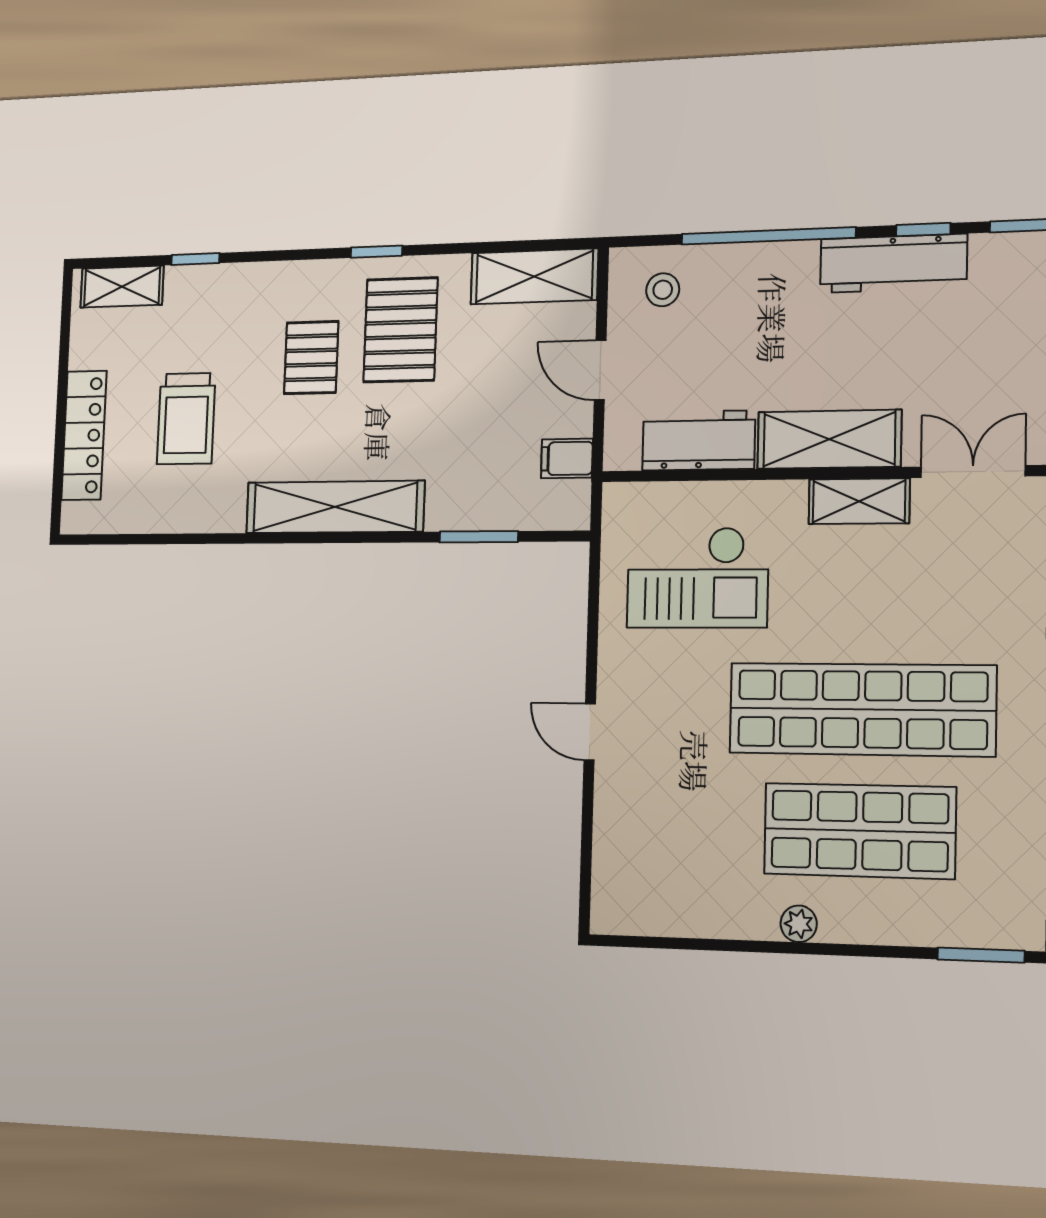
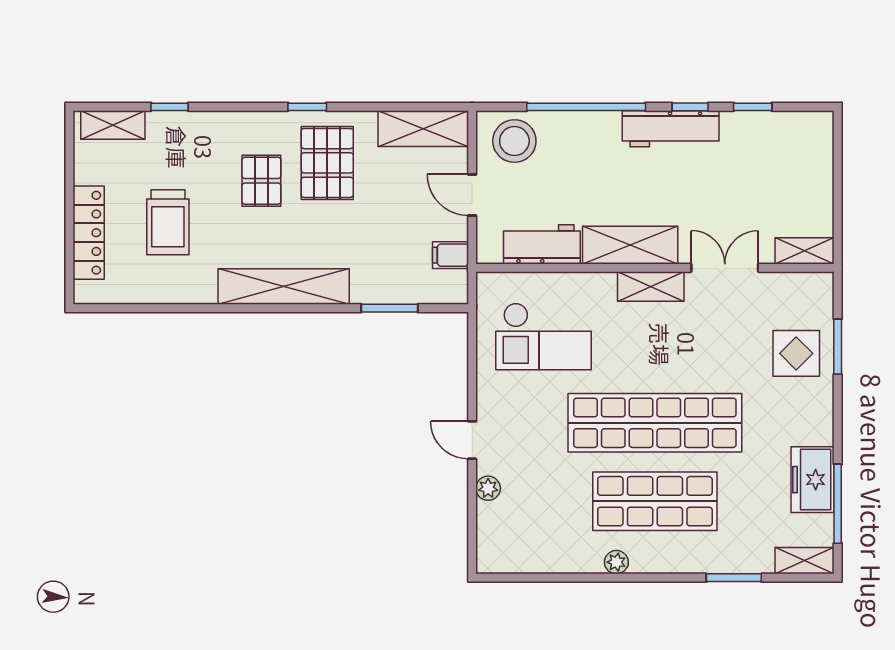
stool: (663, 290) -> (514, 141), width x1.89, depth x1.89
plant: (611, 805) -> (488, 488), added

